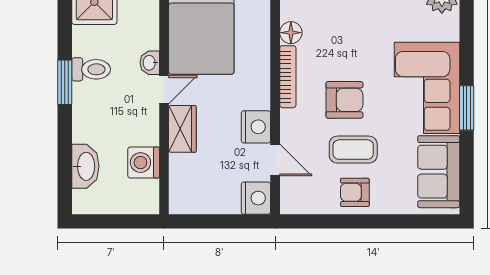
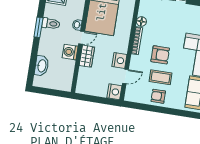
door: (275, 160) -> (125, 76), hinge flipped
washing machine: (144, 163) -> (70, 52), moved

